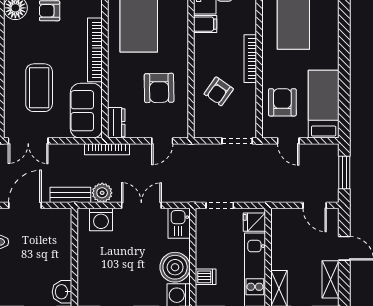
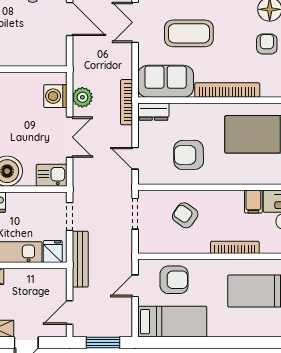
bookcase: (250, 59) -> (235, 247), moved
doorway: (237, 141) -> (135, 214), moved
bench: (70, 195) -> (80, 259), moved, width x1.36

